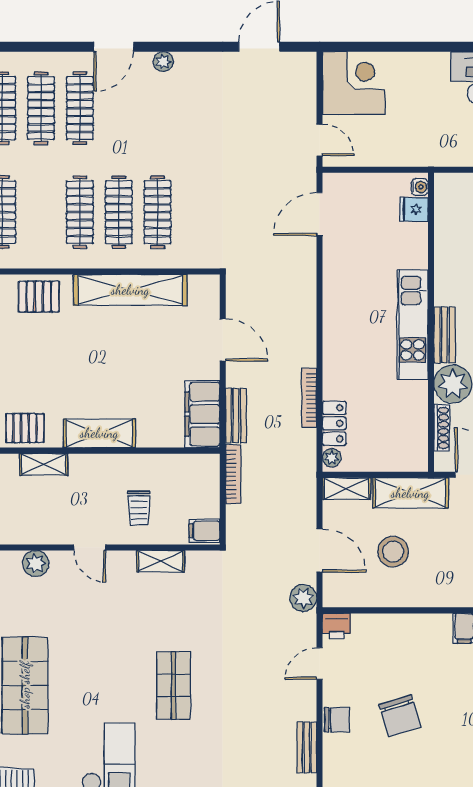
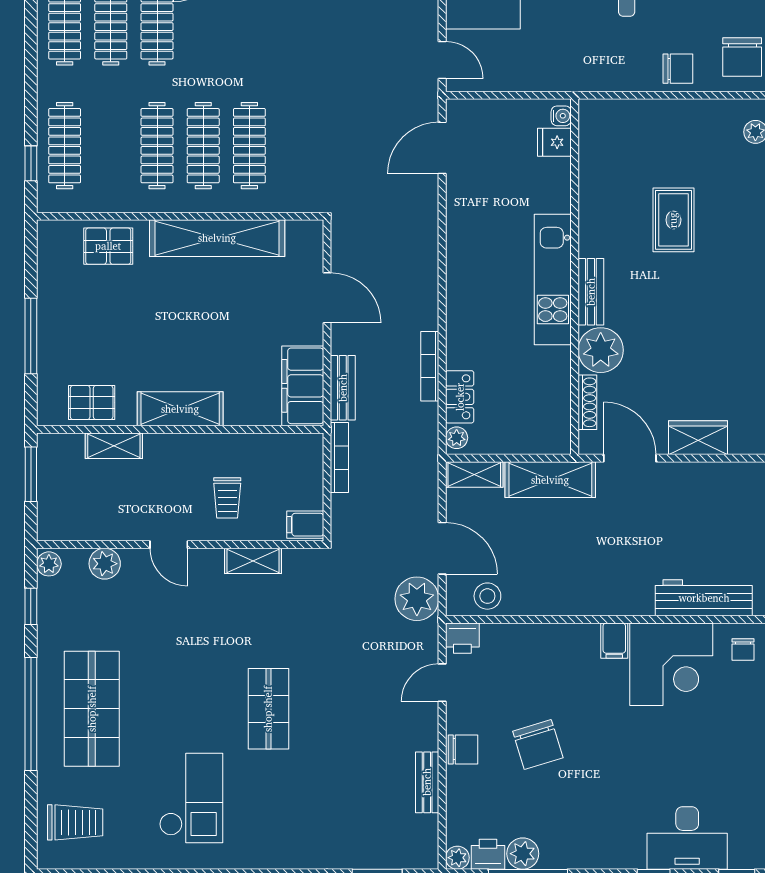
stool: (393, 552) -> (487, 596), moved, width x0.73, depth x0.73
plant: (303, 598) -> (417, 599), width x1.36, depth x1.36

